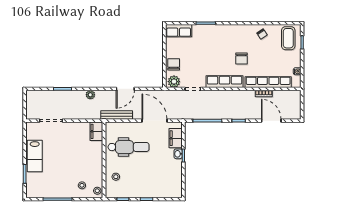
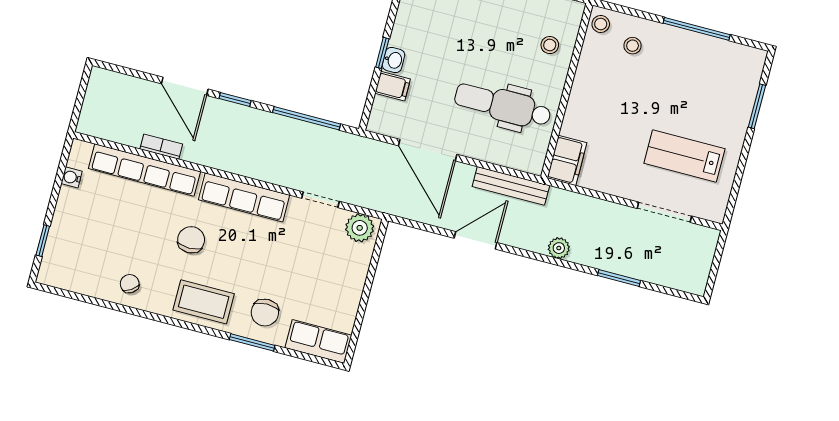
coffee table: (288, 38) -> (204, 302), moved, turned 90
chair: (174, 64) -> (265, 313), moved
door: (271, 121) -> (185, 86), moved
filing cabinet: (176, 138) -> (393, 86), width x0.50
lab bench: (35, 156) -> (684, 156), moved, turned -90

